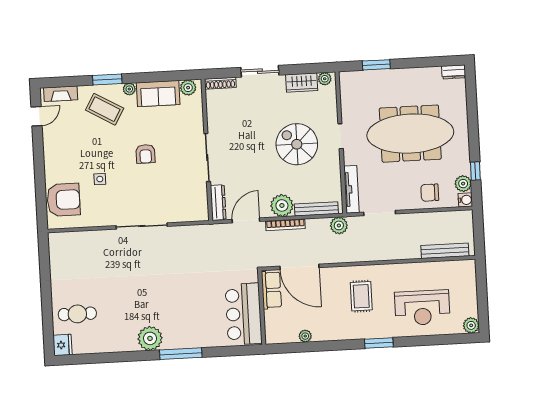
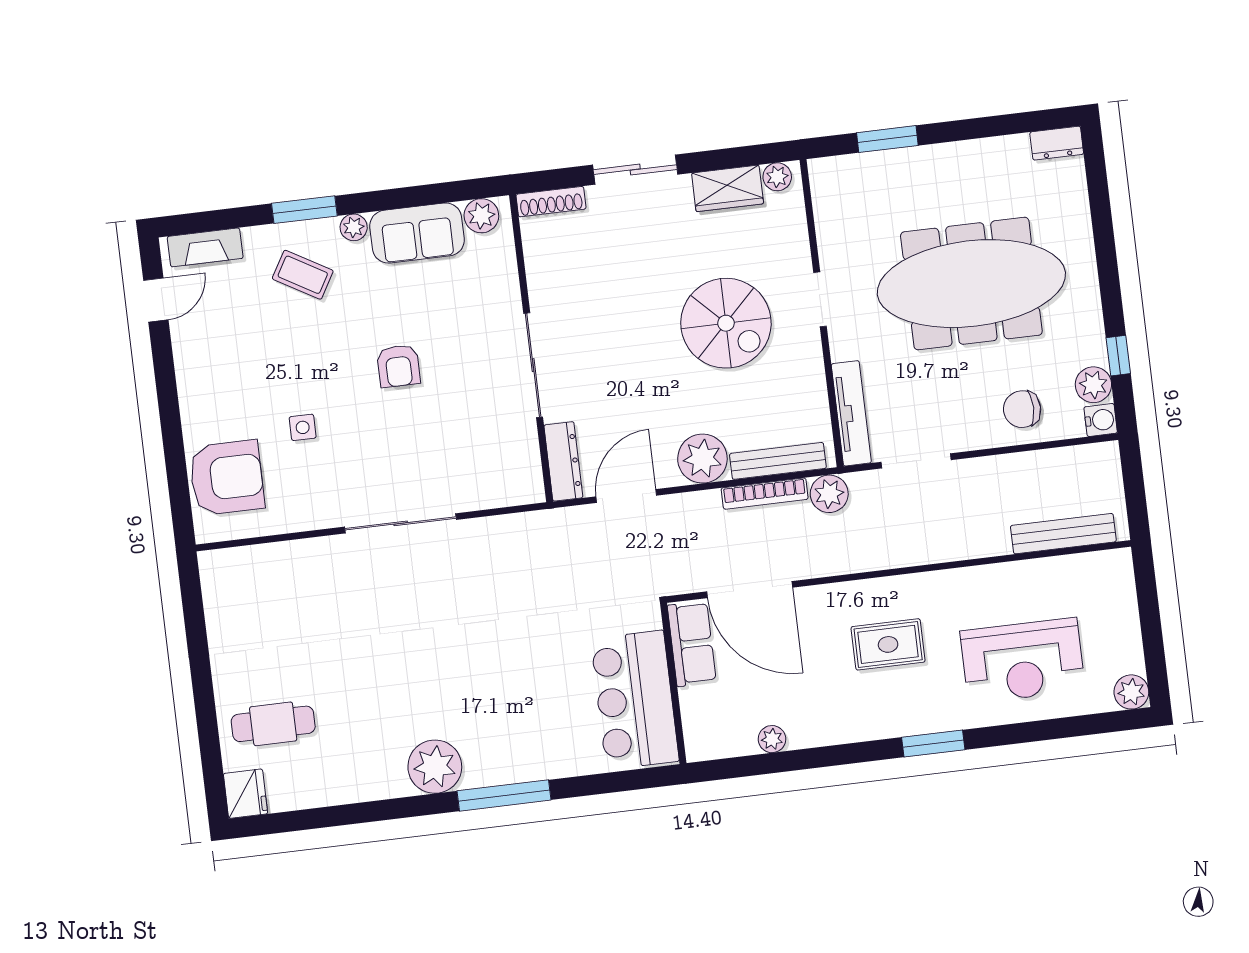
coffee table: (105, 109) -> (303, 275), width x0.73, depth x0.77
spiral stairs: (297, 144) -> (726, 323), turned 180
bookcase: (285, 225) -> (765, 494), moved
rug: (361, 296) -> (888, 644), turned 90

